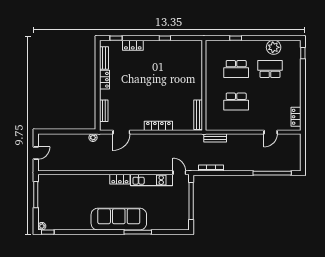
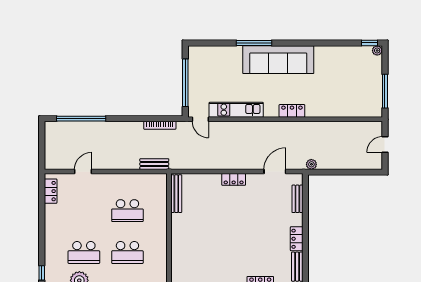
school desk: (236, 69) -> (127, 252), turned 180
school desk: (236, 102) -> (127, 211), turned 180
locker: (158, 126) -> (234, 179), width x0.66
locker: (120, 179) -> (292, 111), moved

